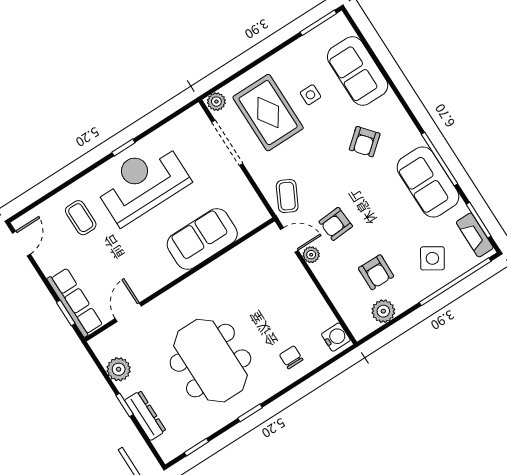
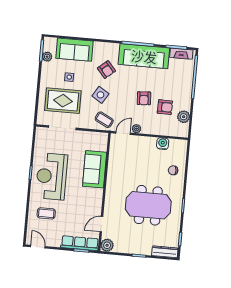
plant: (216, 102) -> (47, 57), moved
sofa: (428, 182) -> (144, 56), width x1.36
armchair: (336, 224) -> (144, 98), moved
side table: (432, 258) -> (100, 95), moved
door: (128, 312) -> (101, 224), hinge flipped
water cooler: (336, 337) -> (163, 144), moved
plant: (119, 369) -> (107, 245), moved
dresser: (145, 416) -> (165, 252), moved

